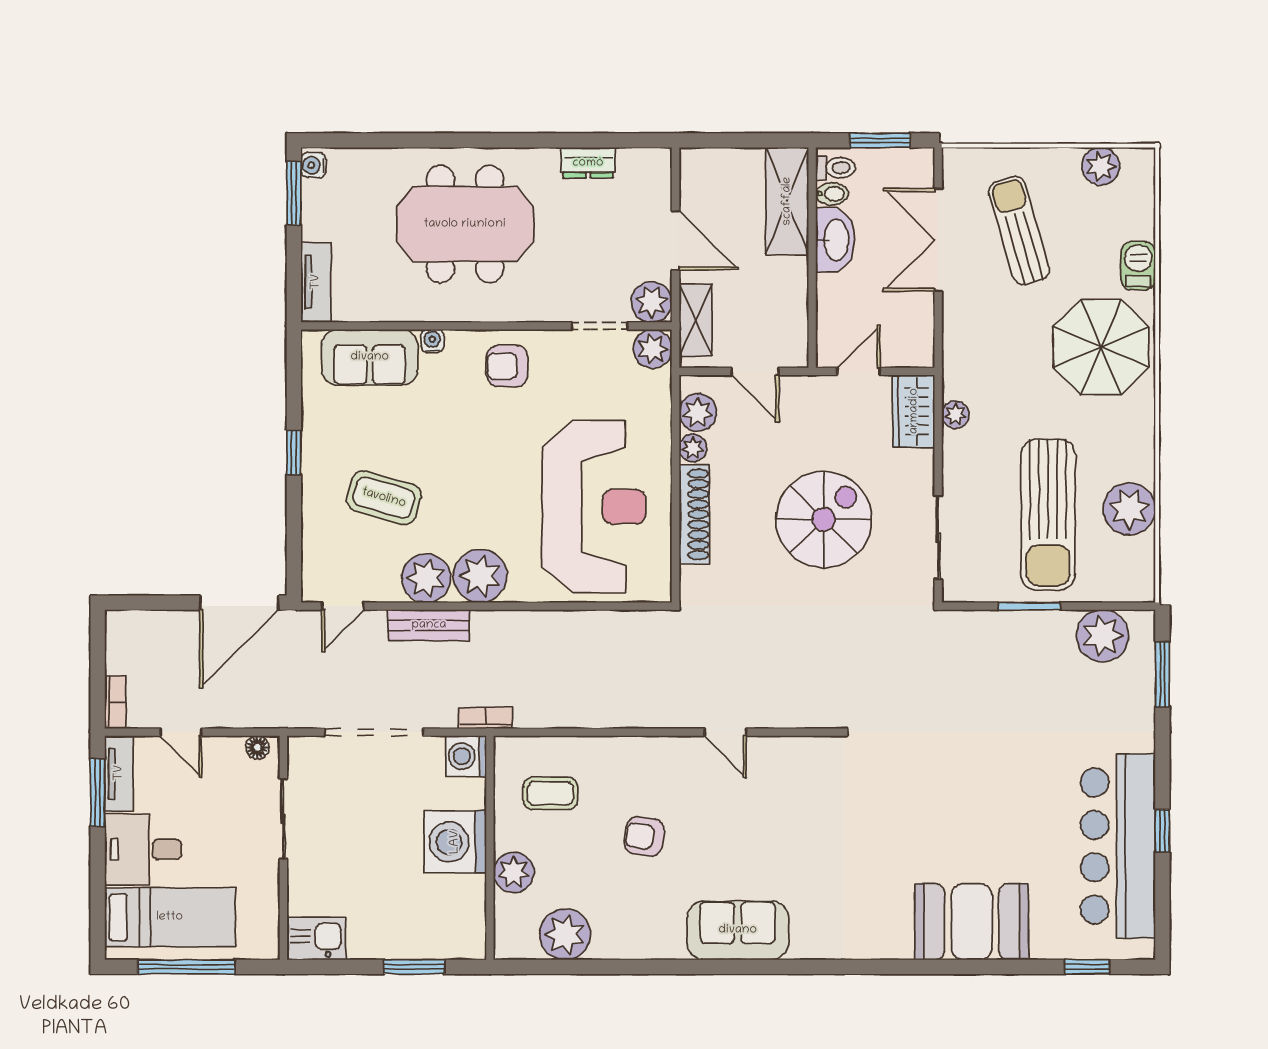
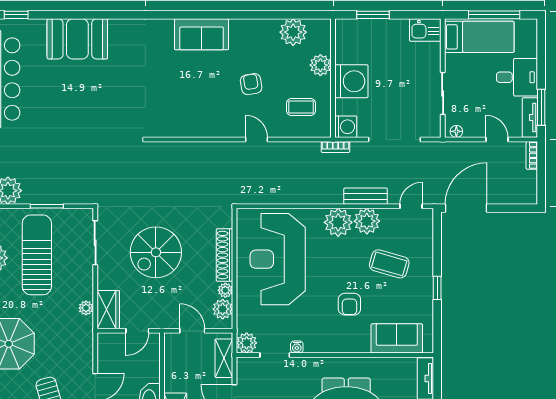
plant: (652, 302) -> (247, 368), removed
water cooler: (432, 341) -> (297, 347), moved
armchair: (507, 366) -> (349, 304), moved, turned 90
door: (725, 732) -> (256, 139), moved
armchair: (644, 836) -> (251, 84), turned -108
bed: (170, 917) -> (479, 37), moved, turned 180

